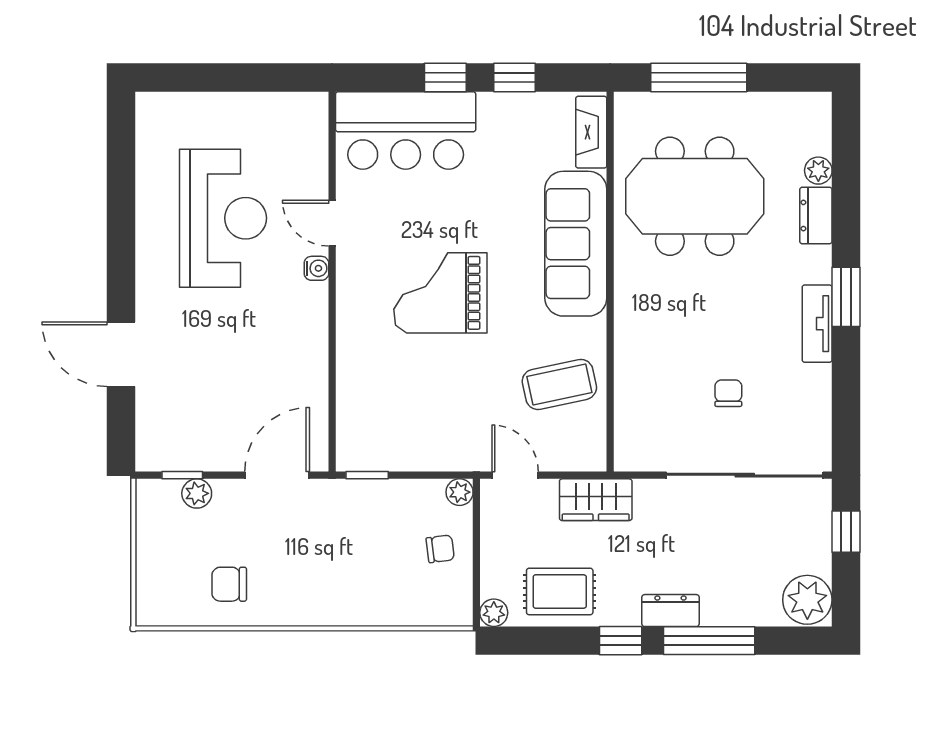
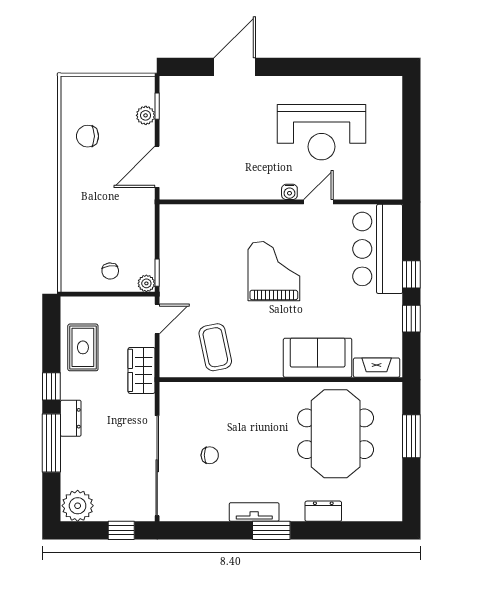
window: (699, 78) -> (411, 436), width x0.69
plant: (818, 171) -> (352, 513), removed
sofa: (576, 244) -> (318, 358), width x0.73
door: (277, 475) -> (157, 167), swing flipped
window: (367, 475) -> (157, 273), moved
chair: (229, 584) -> (88, 136), turned -90
plant: (494, 613) -> (69, 305), removed

